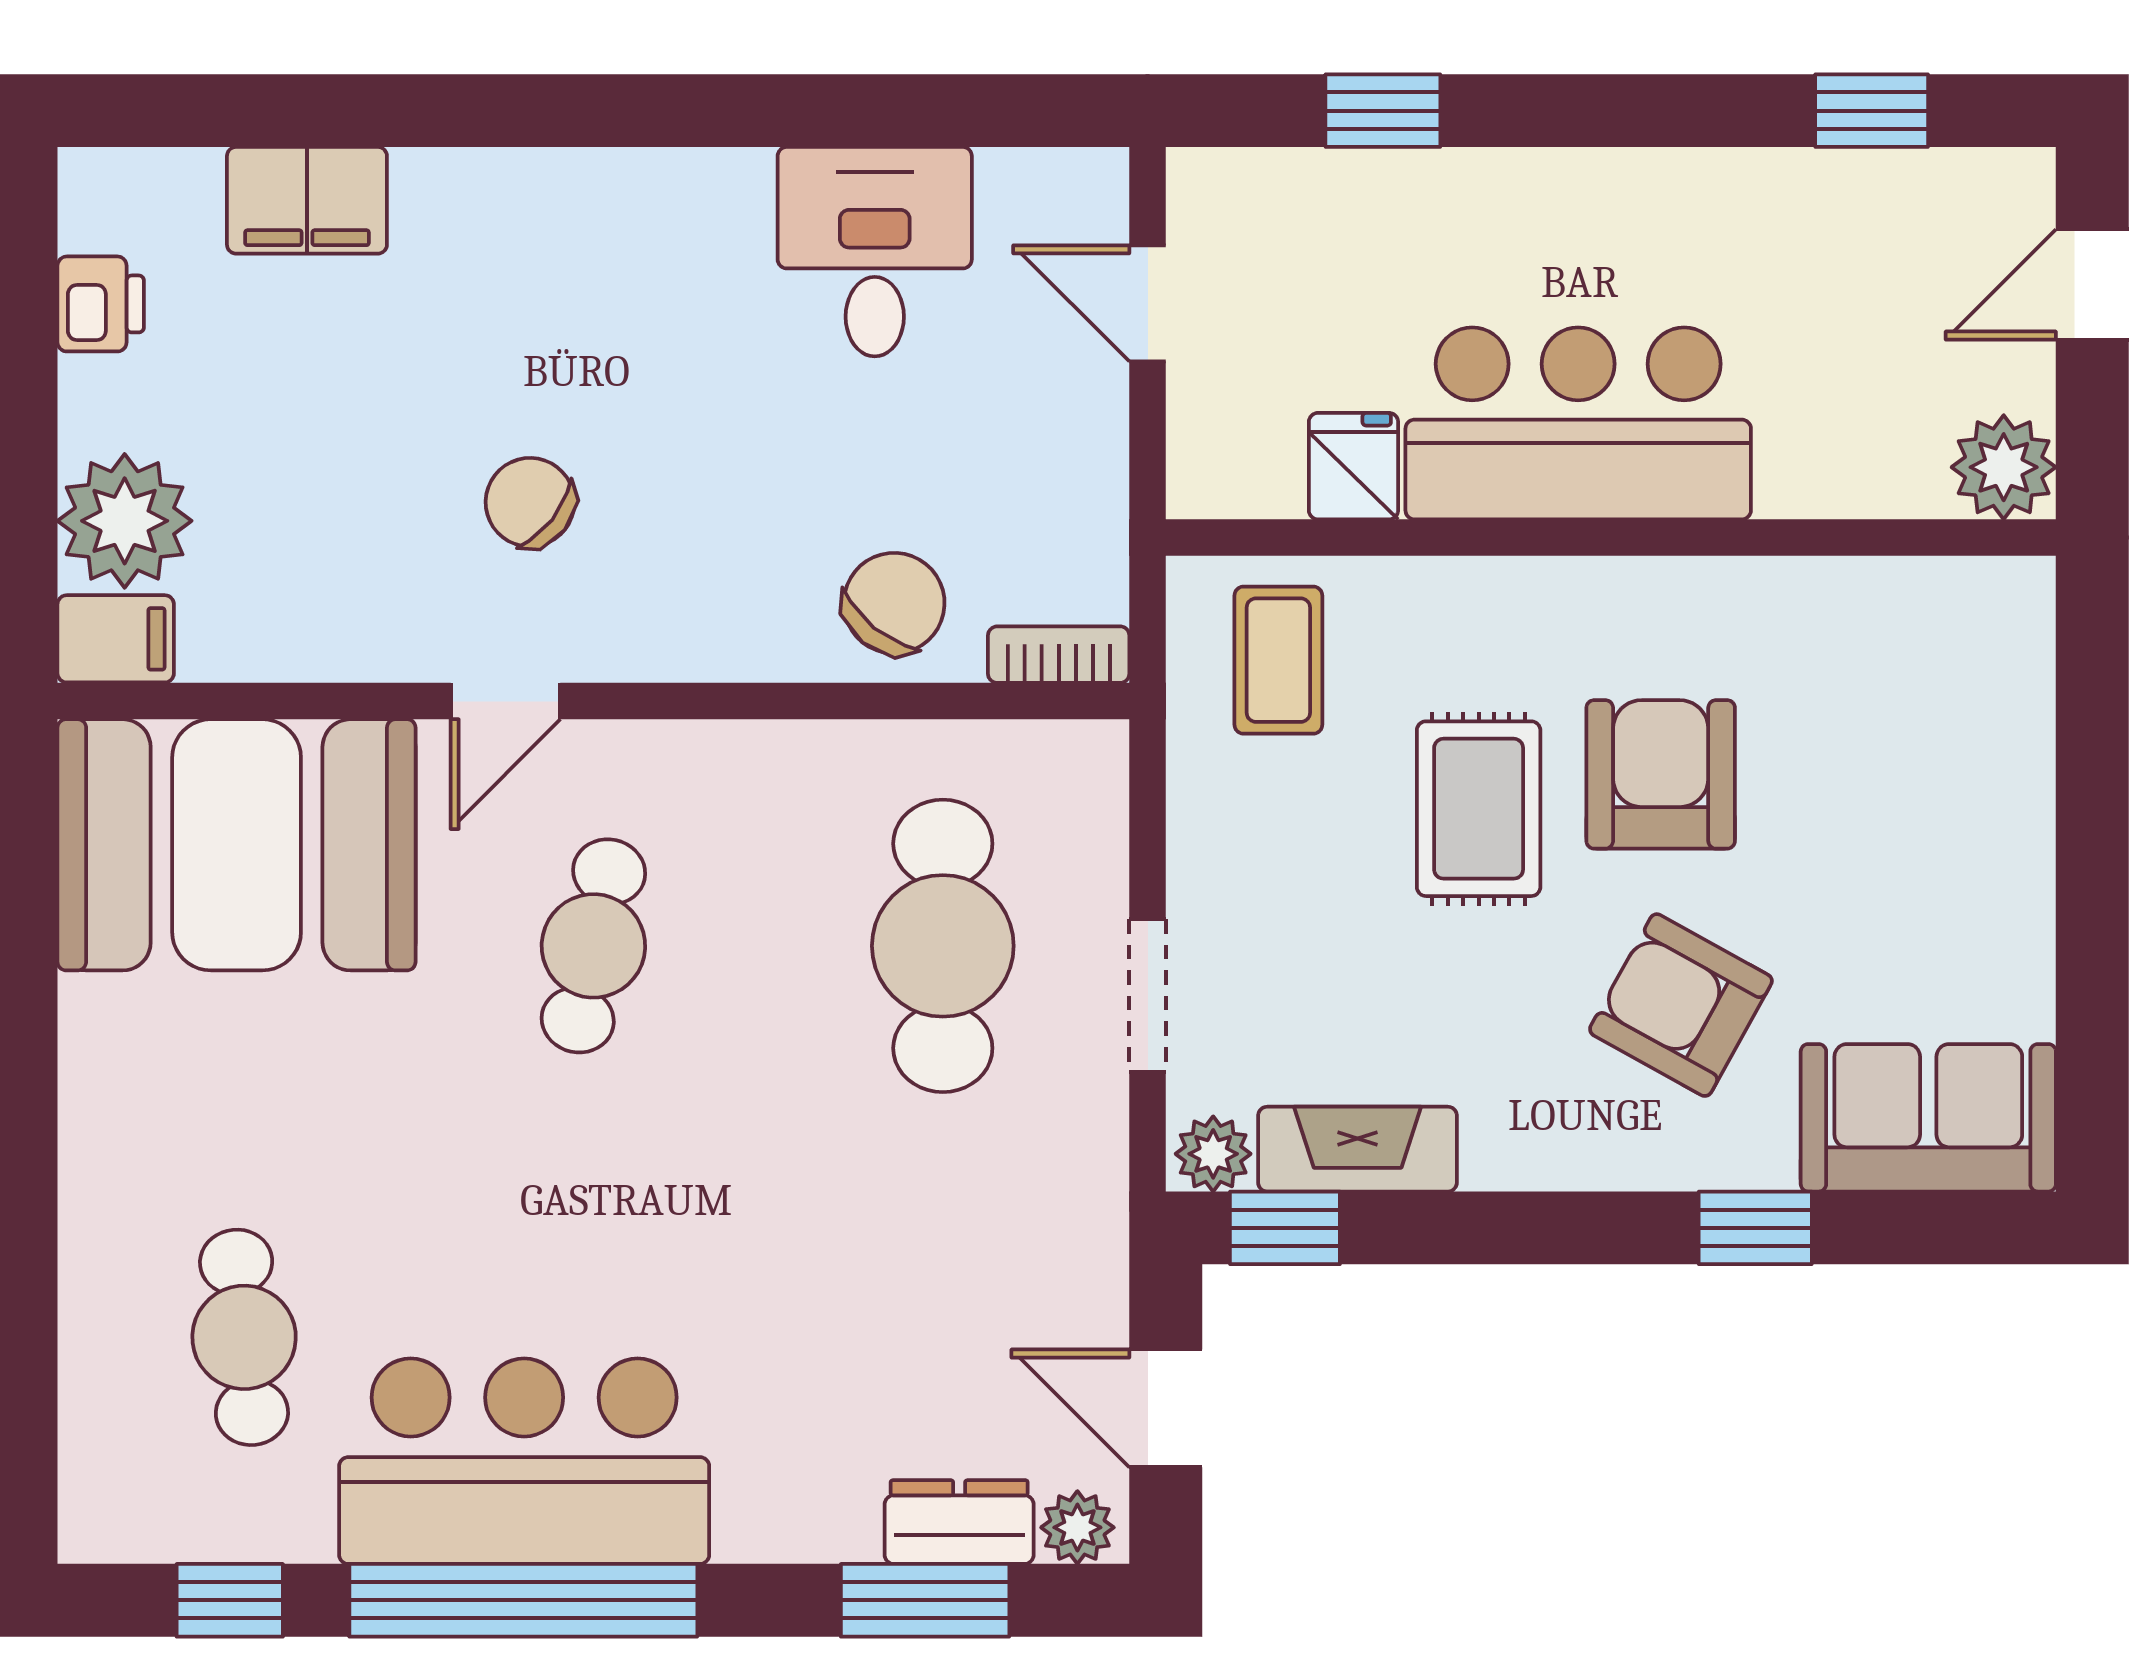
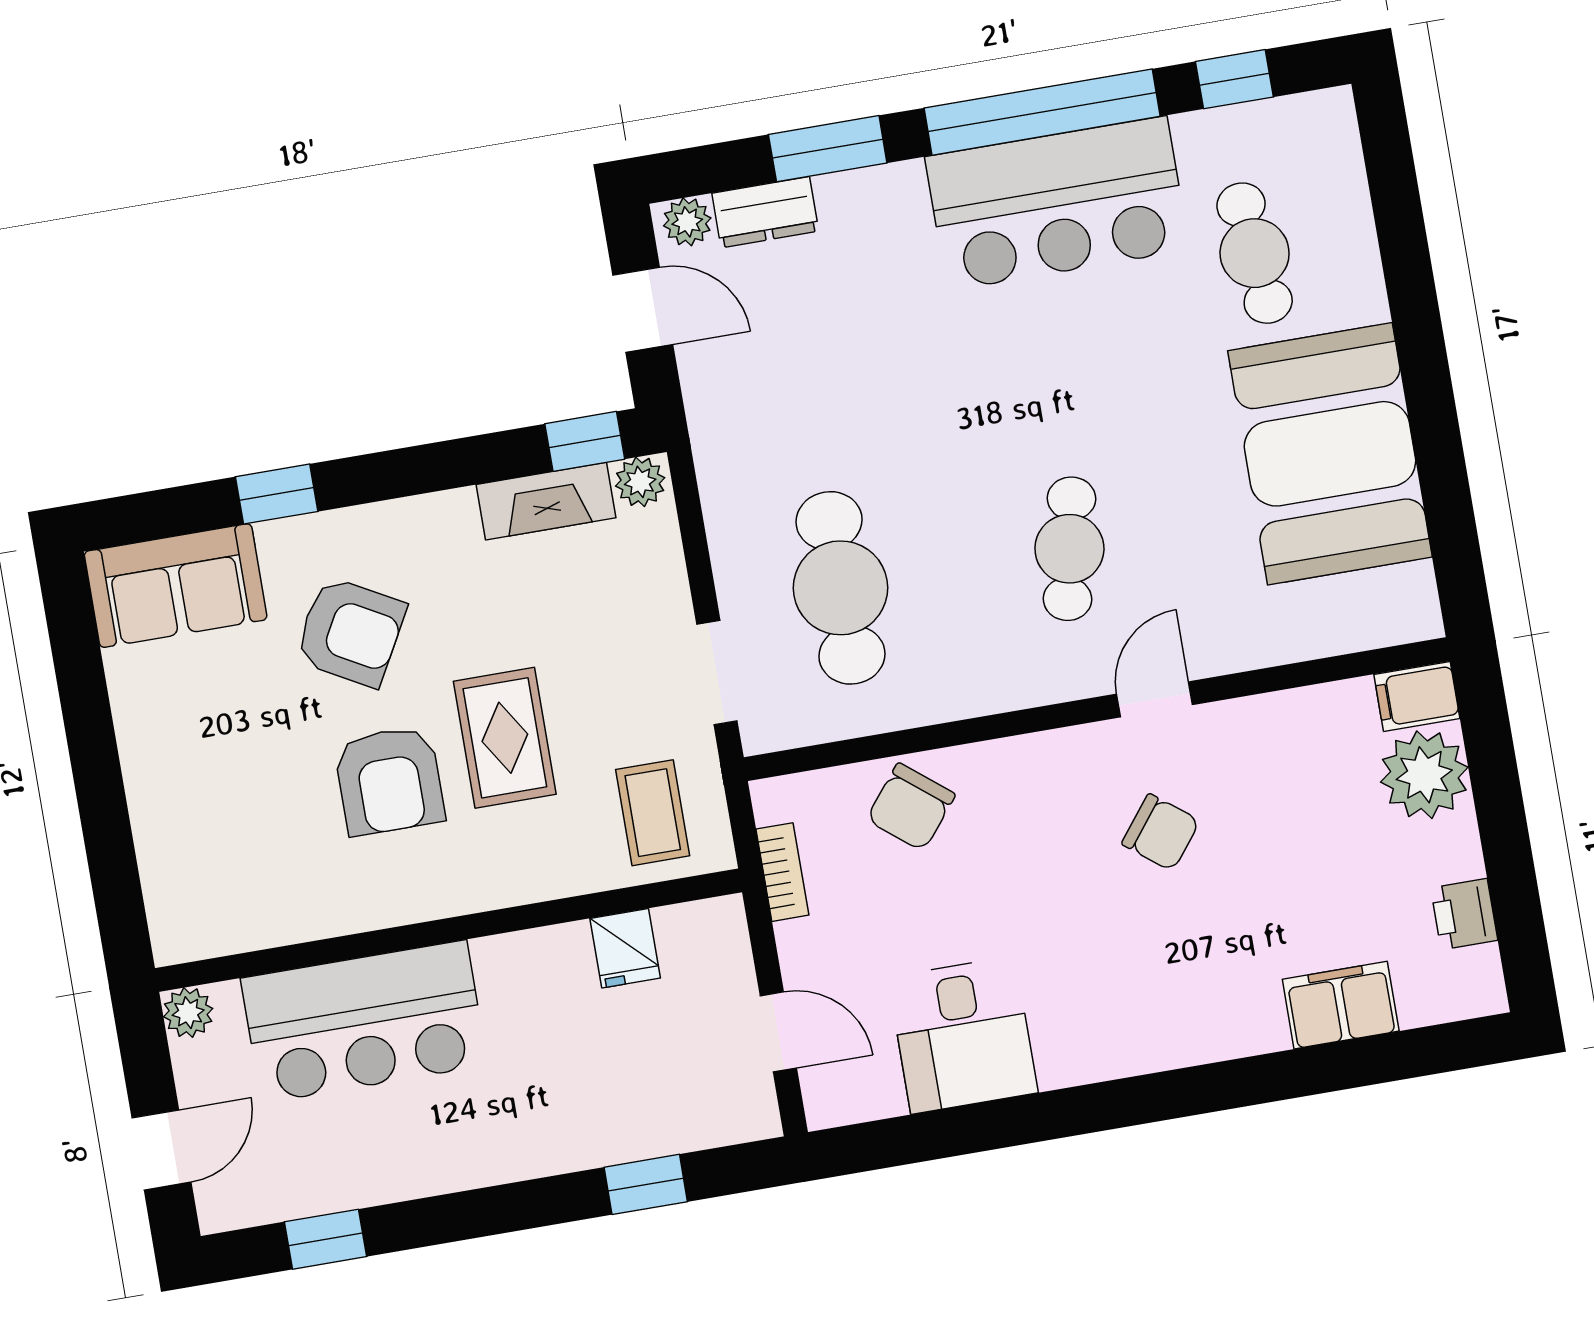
bar counter: (1578, 423) -> (364, 1022), moved
plant: (2004, 467) -> (188, 1013), width x0.73, depth x0.73
bookcase: (1059, 655) -> (782, 872), moved, turned -90
booth: (237, 845) -> (1330, 454), moved, turned 90
doorway: (1148, 996) -> (717, 673), moved
window: (925, 1600) -> (828, 149), moved

